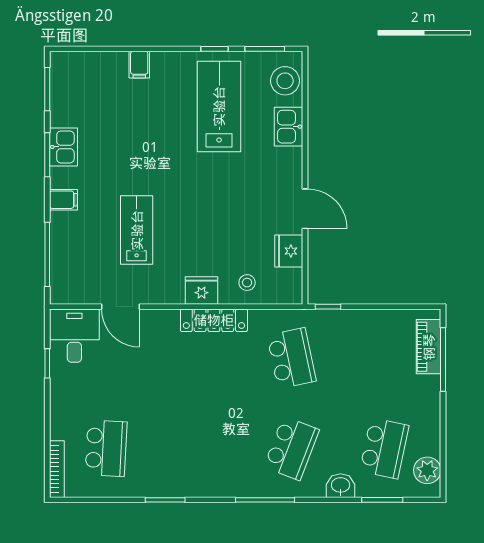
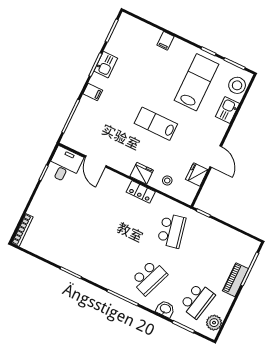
lab bench: (137, 230) -> (156, 124), moved, turned -90
locker: (214, 320) -> (141, 192), width x0.66
piano: (429, 347) -> (235, 280), moved
school desk: (106, 448) -> (53, 231), removed

